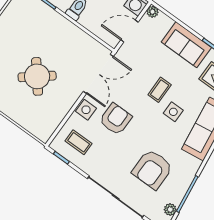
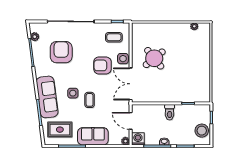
door: (130, 31) -> (131, 121), swing flipped
round table: (37, 76) -> (154, 58), moved
armchair: (116, 119) -> (102, 65), turned 90

